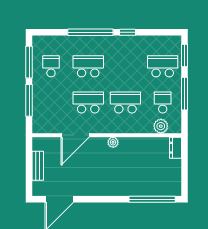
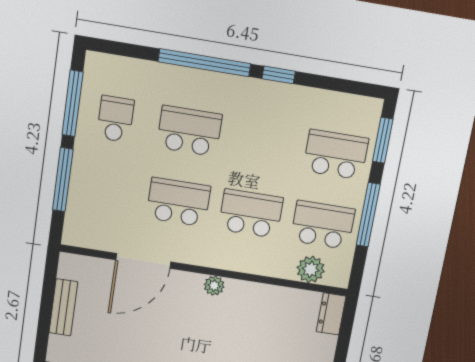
school desk: (163, 102) -> (323, 225), width x1.85

